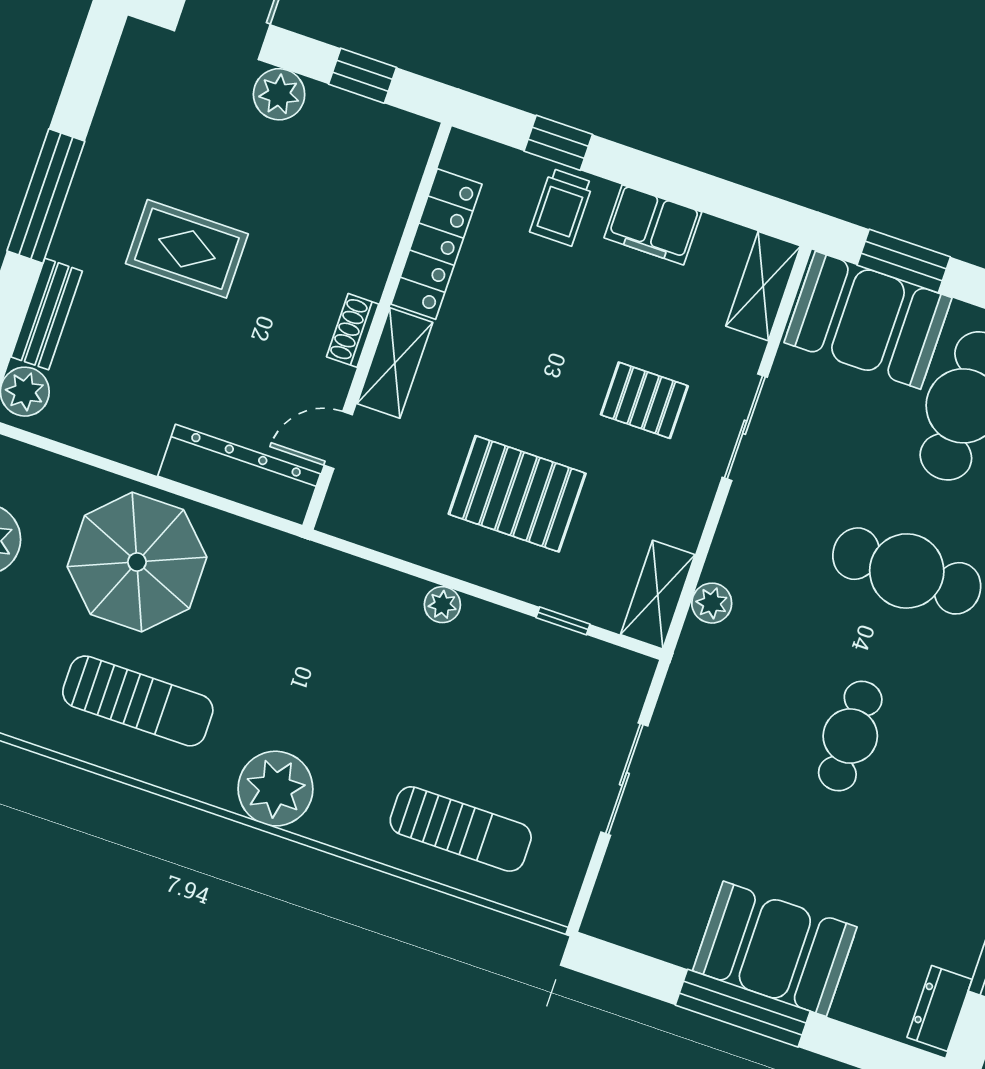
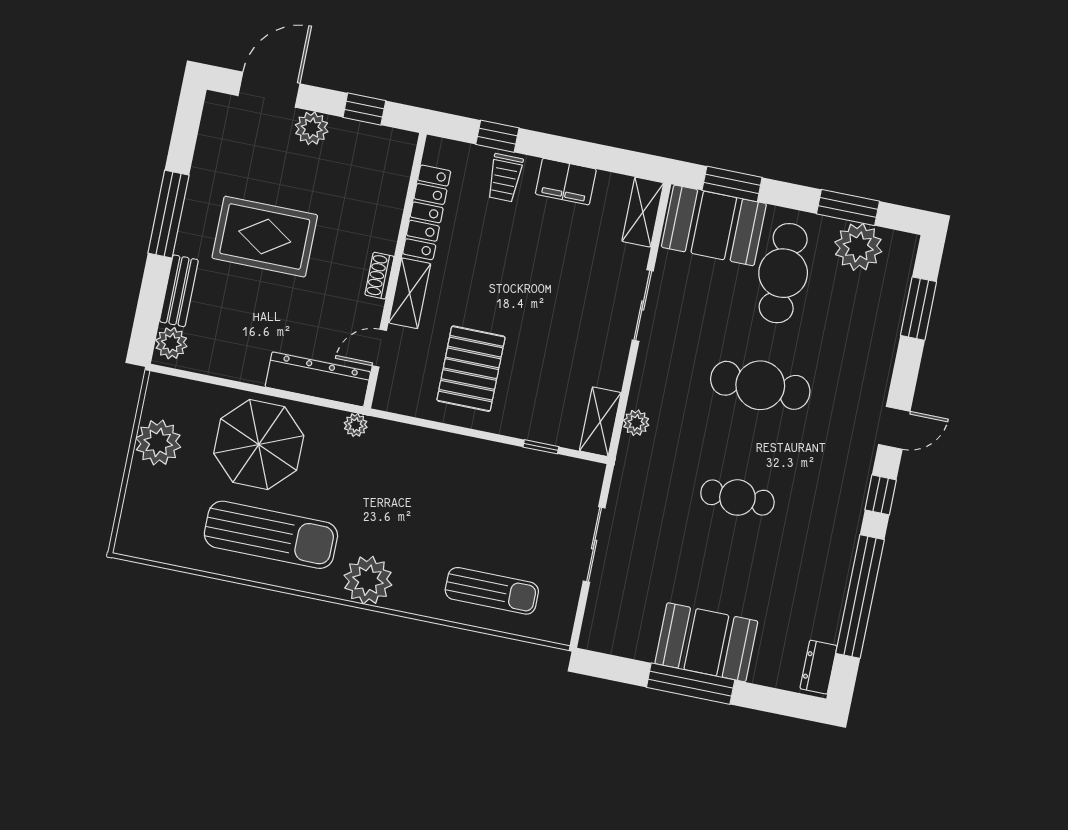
rug: (187, 249) -> (265, 237), width x1.36, depth x1.43
pallet: (644, 400) -> (575, 296), removed
pallet: (517, 494) -> (471, 369), moved, turned 90
plant: (442, 605) -> (356, 425), moved
sun lounger: (138, 701) -> (271, 535), width x1.36, depth x1.34
cafe table: (850, 736) -> (737, 497), turned 90

